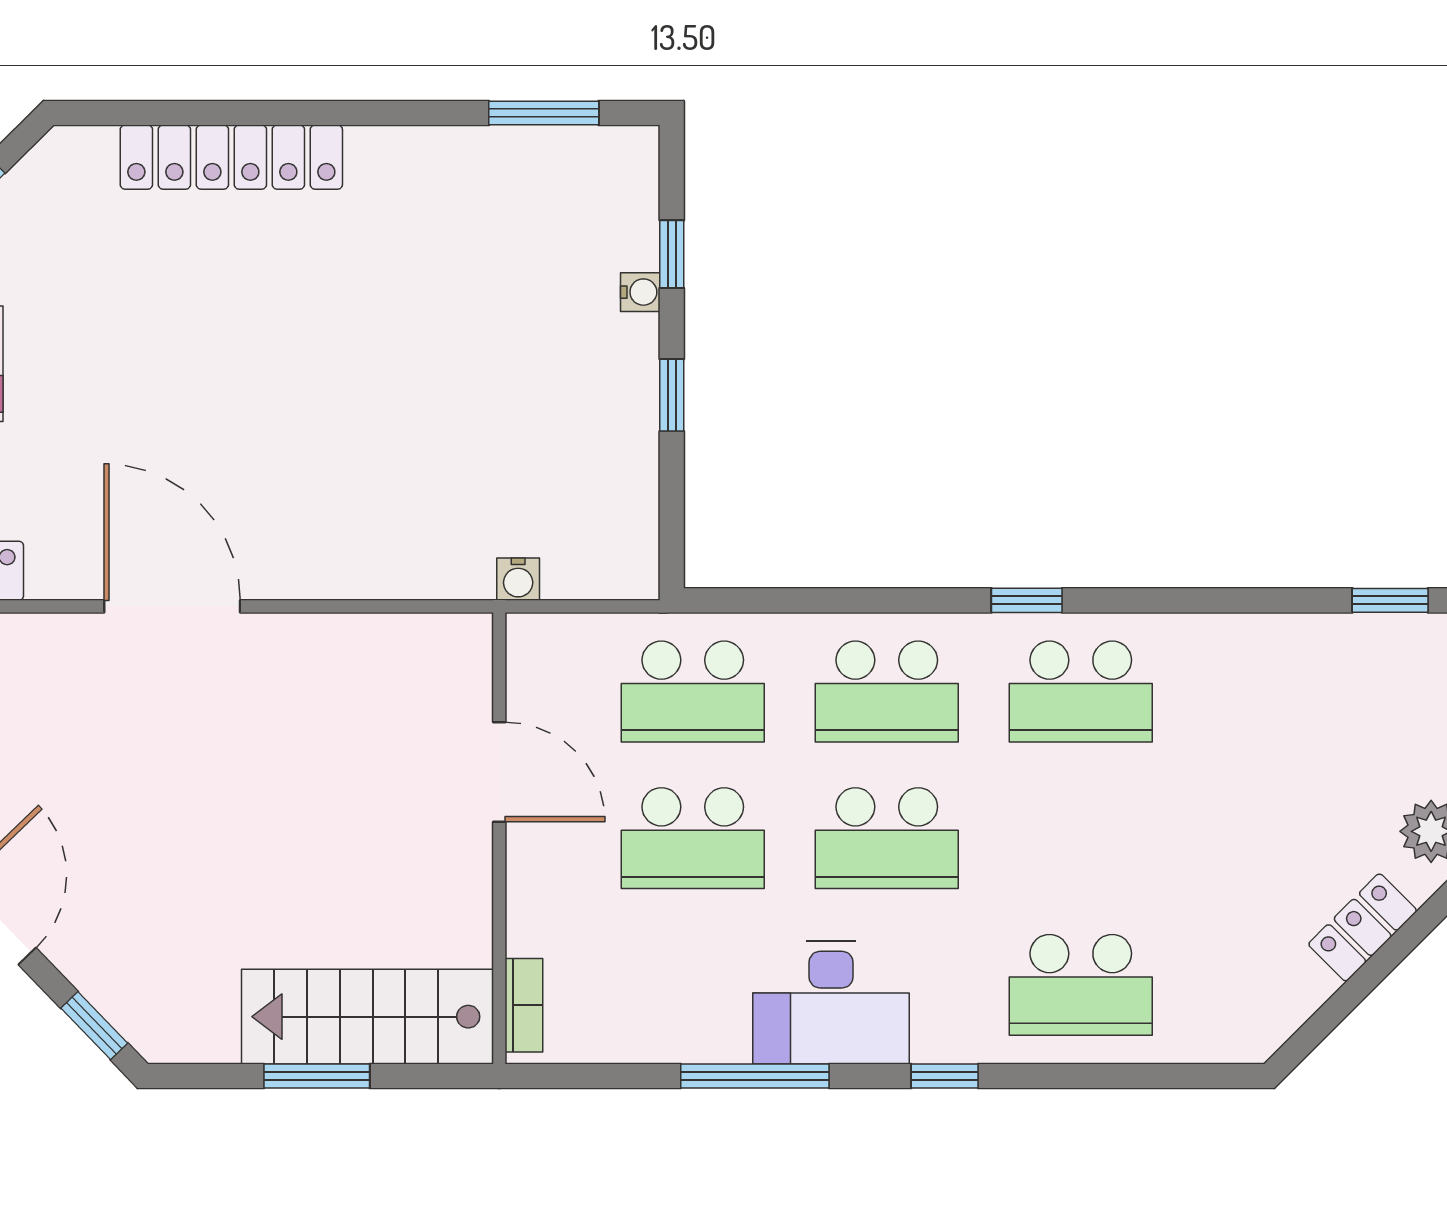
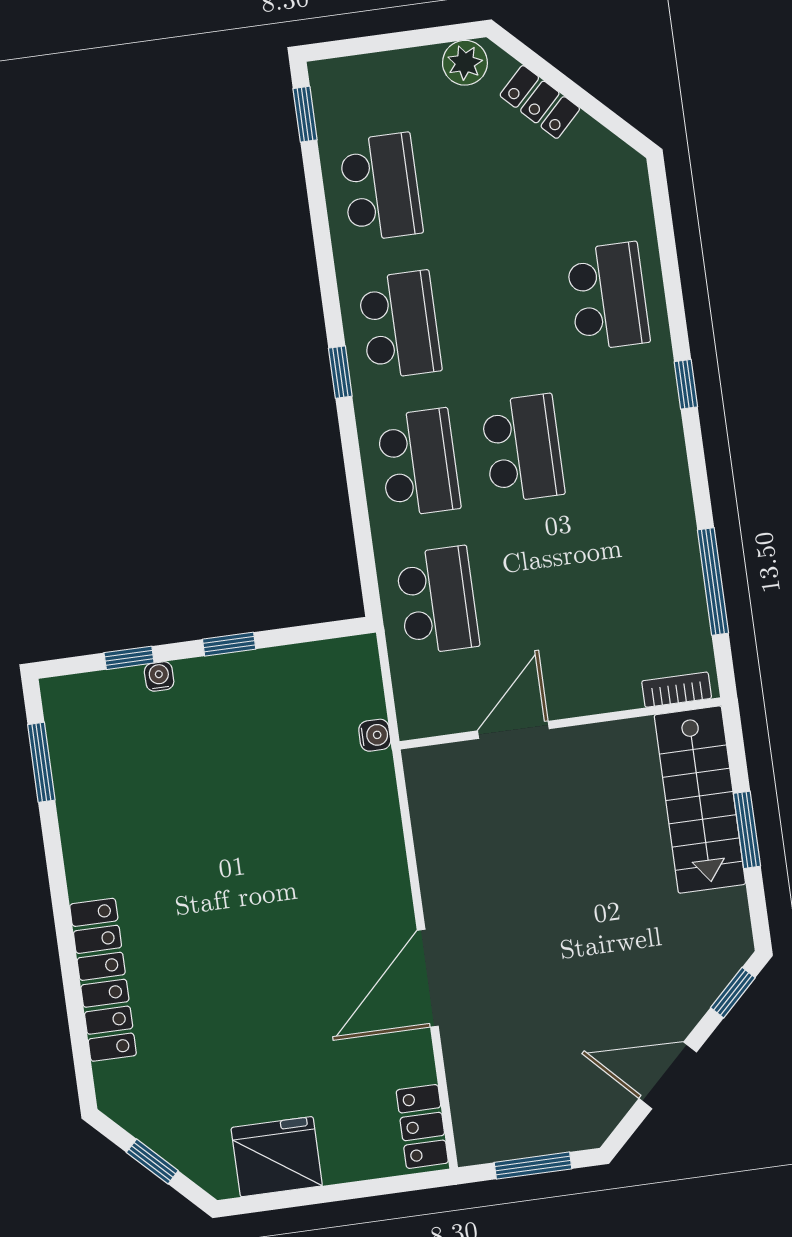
school desk: (693, 838) -> (381, 187), moved
desk: (831, 1003) -> (645, 472), removed
window: (755, 1076) -> (713, 581), moved

